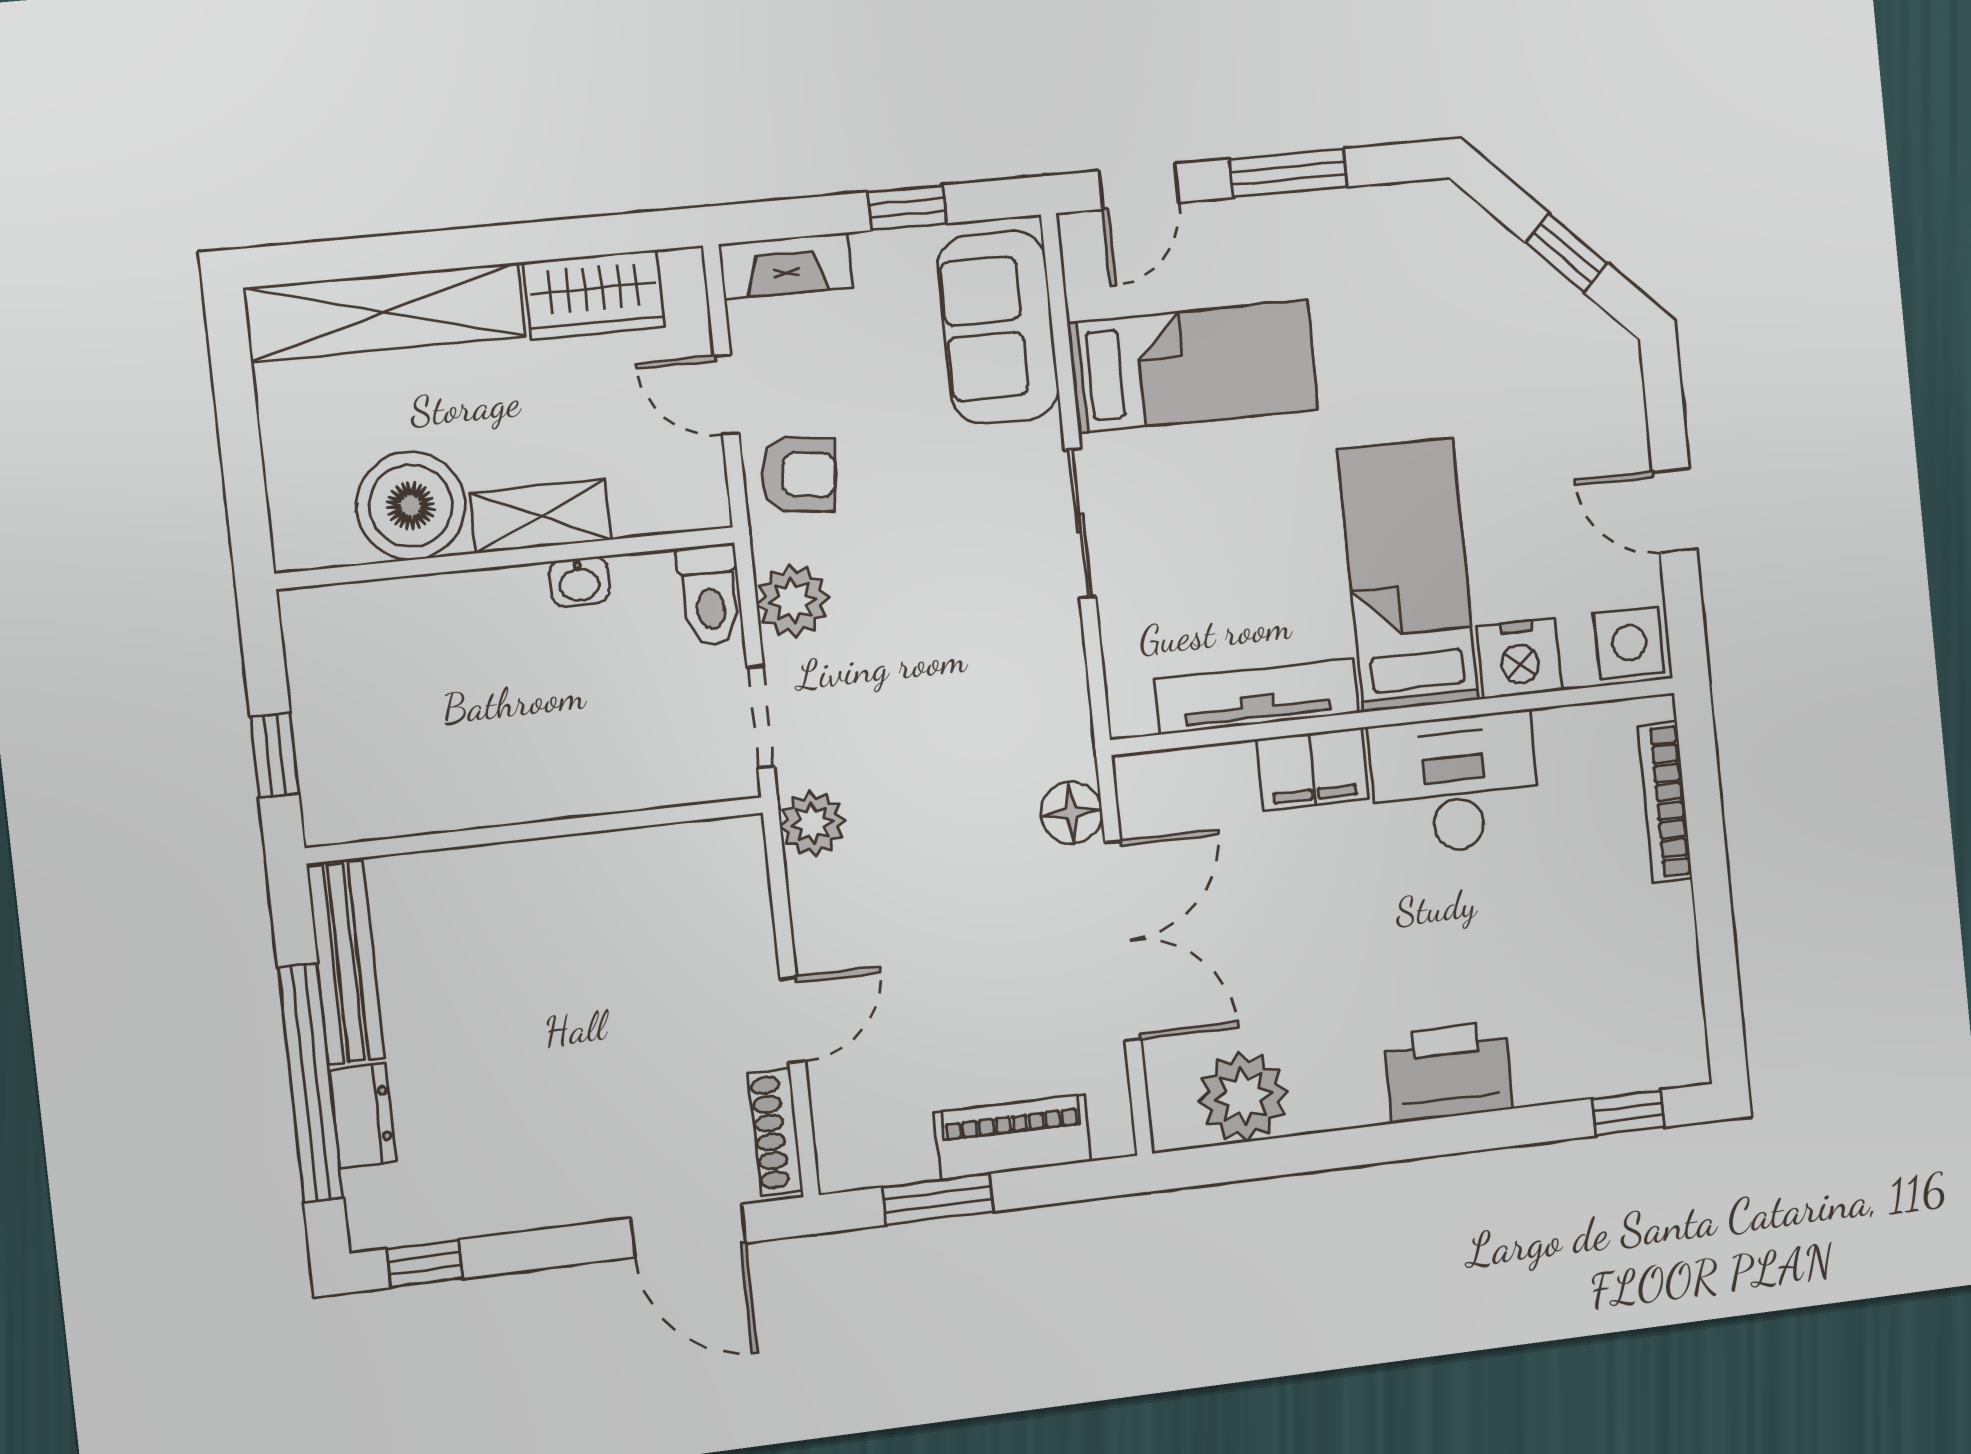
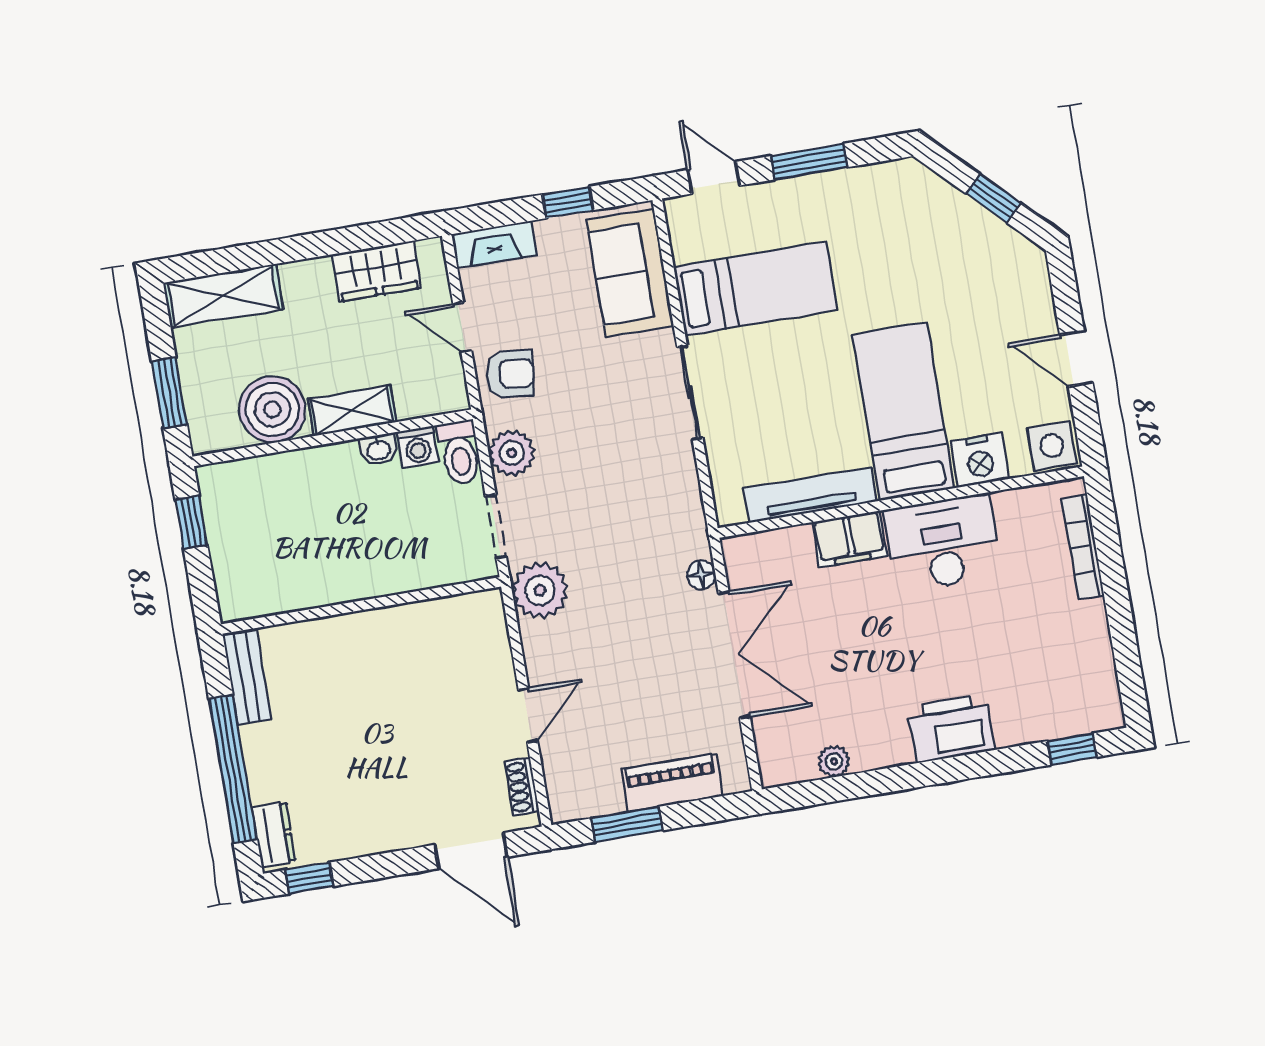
door: (1139, 187) -> (714, 178), swing flipped
shelving: (385, 312) -> (223, 296), width x0.68
window: (243, 468) -> (169, 393), added
washing machine: (643, 581) -> (418, 447), added
window: (275, 755) -> (191, 522), moved
floor lamp: (1071, 813) -> (701, 575), width x0.73, depth x0.73
plant: (813, 823) -> (540, 590), width x1.36, depth x1.36
bench: (346, 963) -> (247, 677), width x0.73
plant: (1243, 1097) -> (834, 761), width x0.53, depth x0.53
dresser: (363, 1116) -> (274, 834), moved
shoe rack: (776, 1132) -> (522, 786), width x0.70

